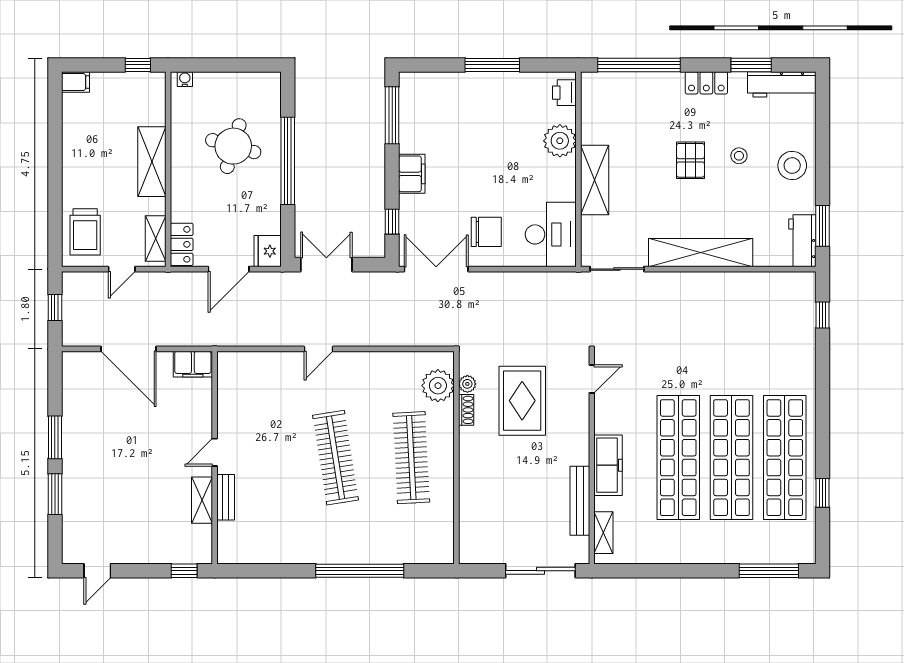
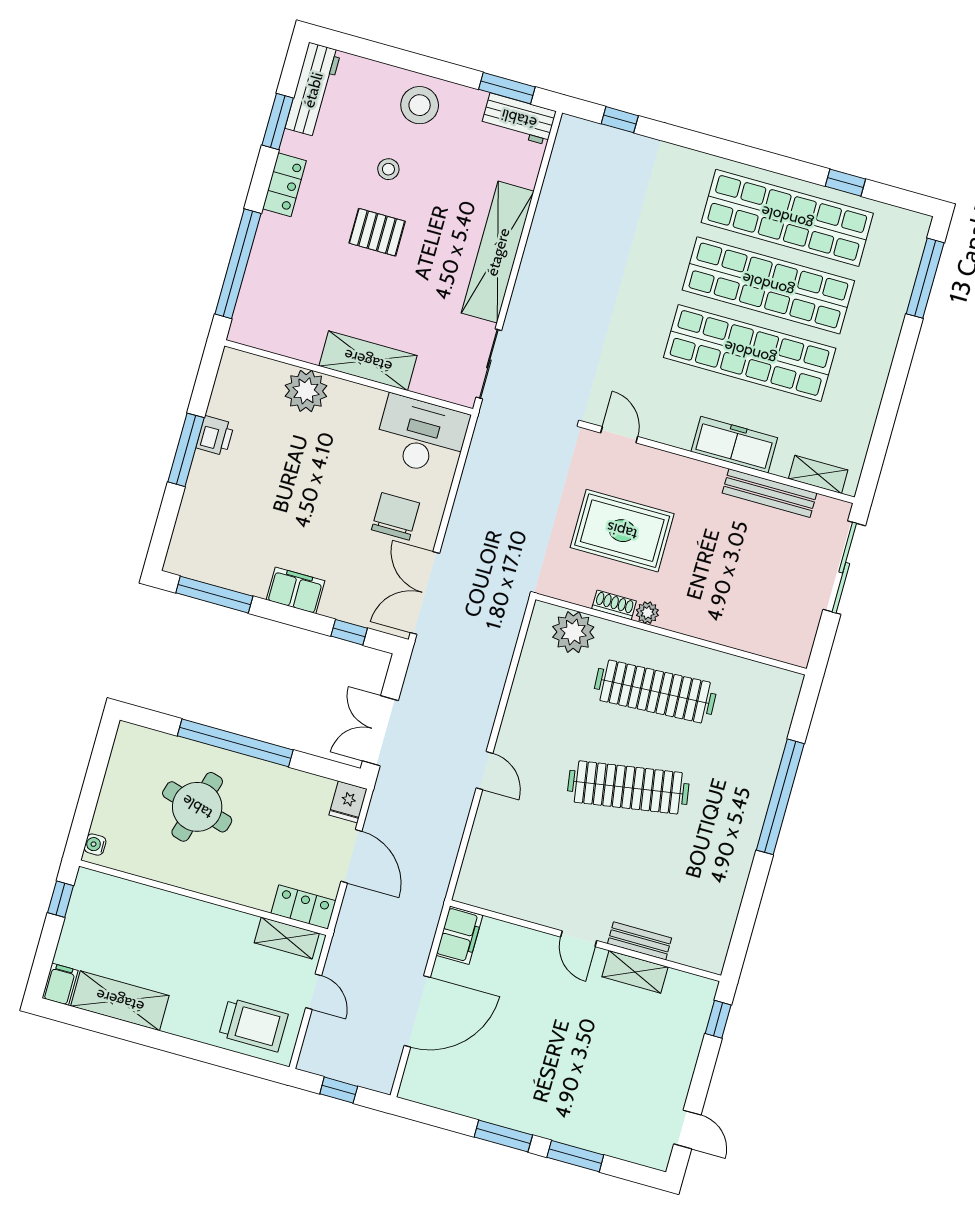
printer: (564, 93) -> (215, 436), moved, turned -90
shelving: (152, 162) -> (120, 1001), moved
fridge: (268, 251) -> (348, 802), width x0.72
plant: (467, 384) -> (647, 613), moved

